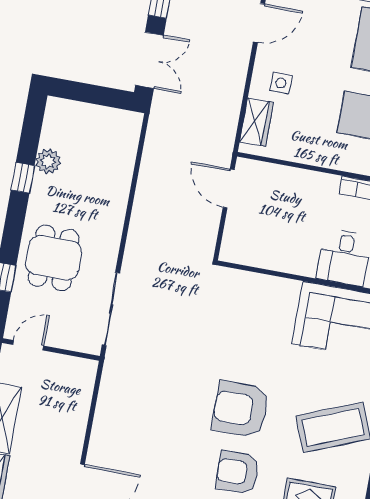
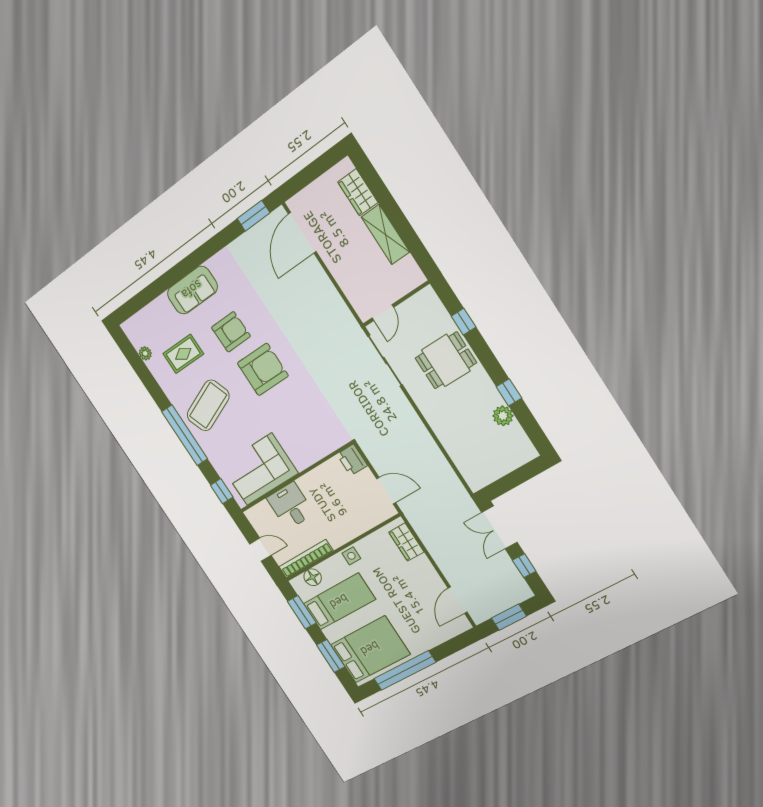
side table: (281, 83) -> (351, 556), moved
printer: (234, 247) -> (352, 460), added
dining table: (53, 258) -> (446, 360), turned 90
door: (28, 345) -> (383, 313), moved

